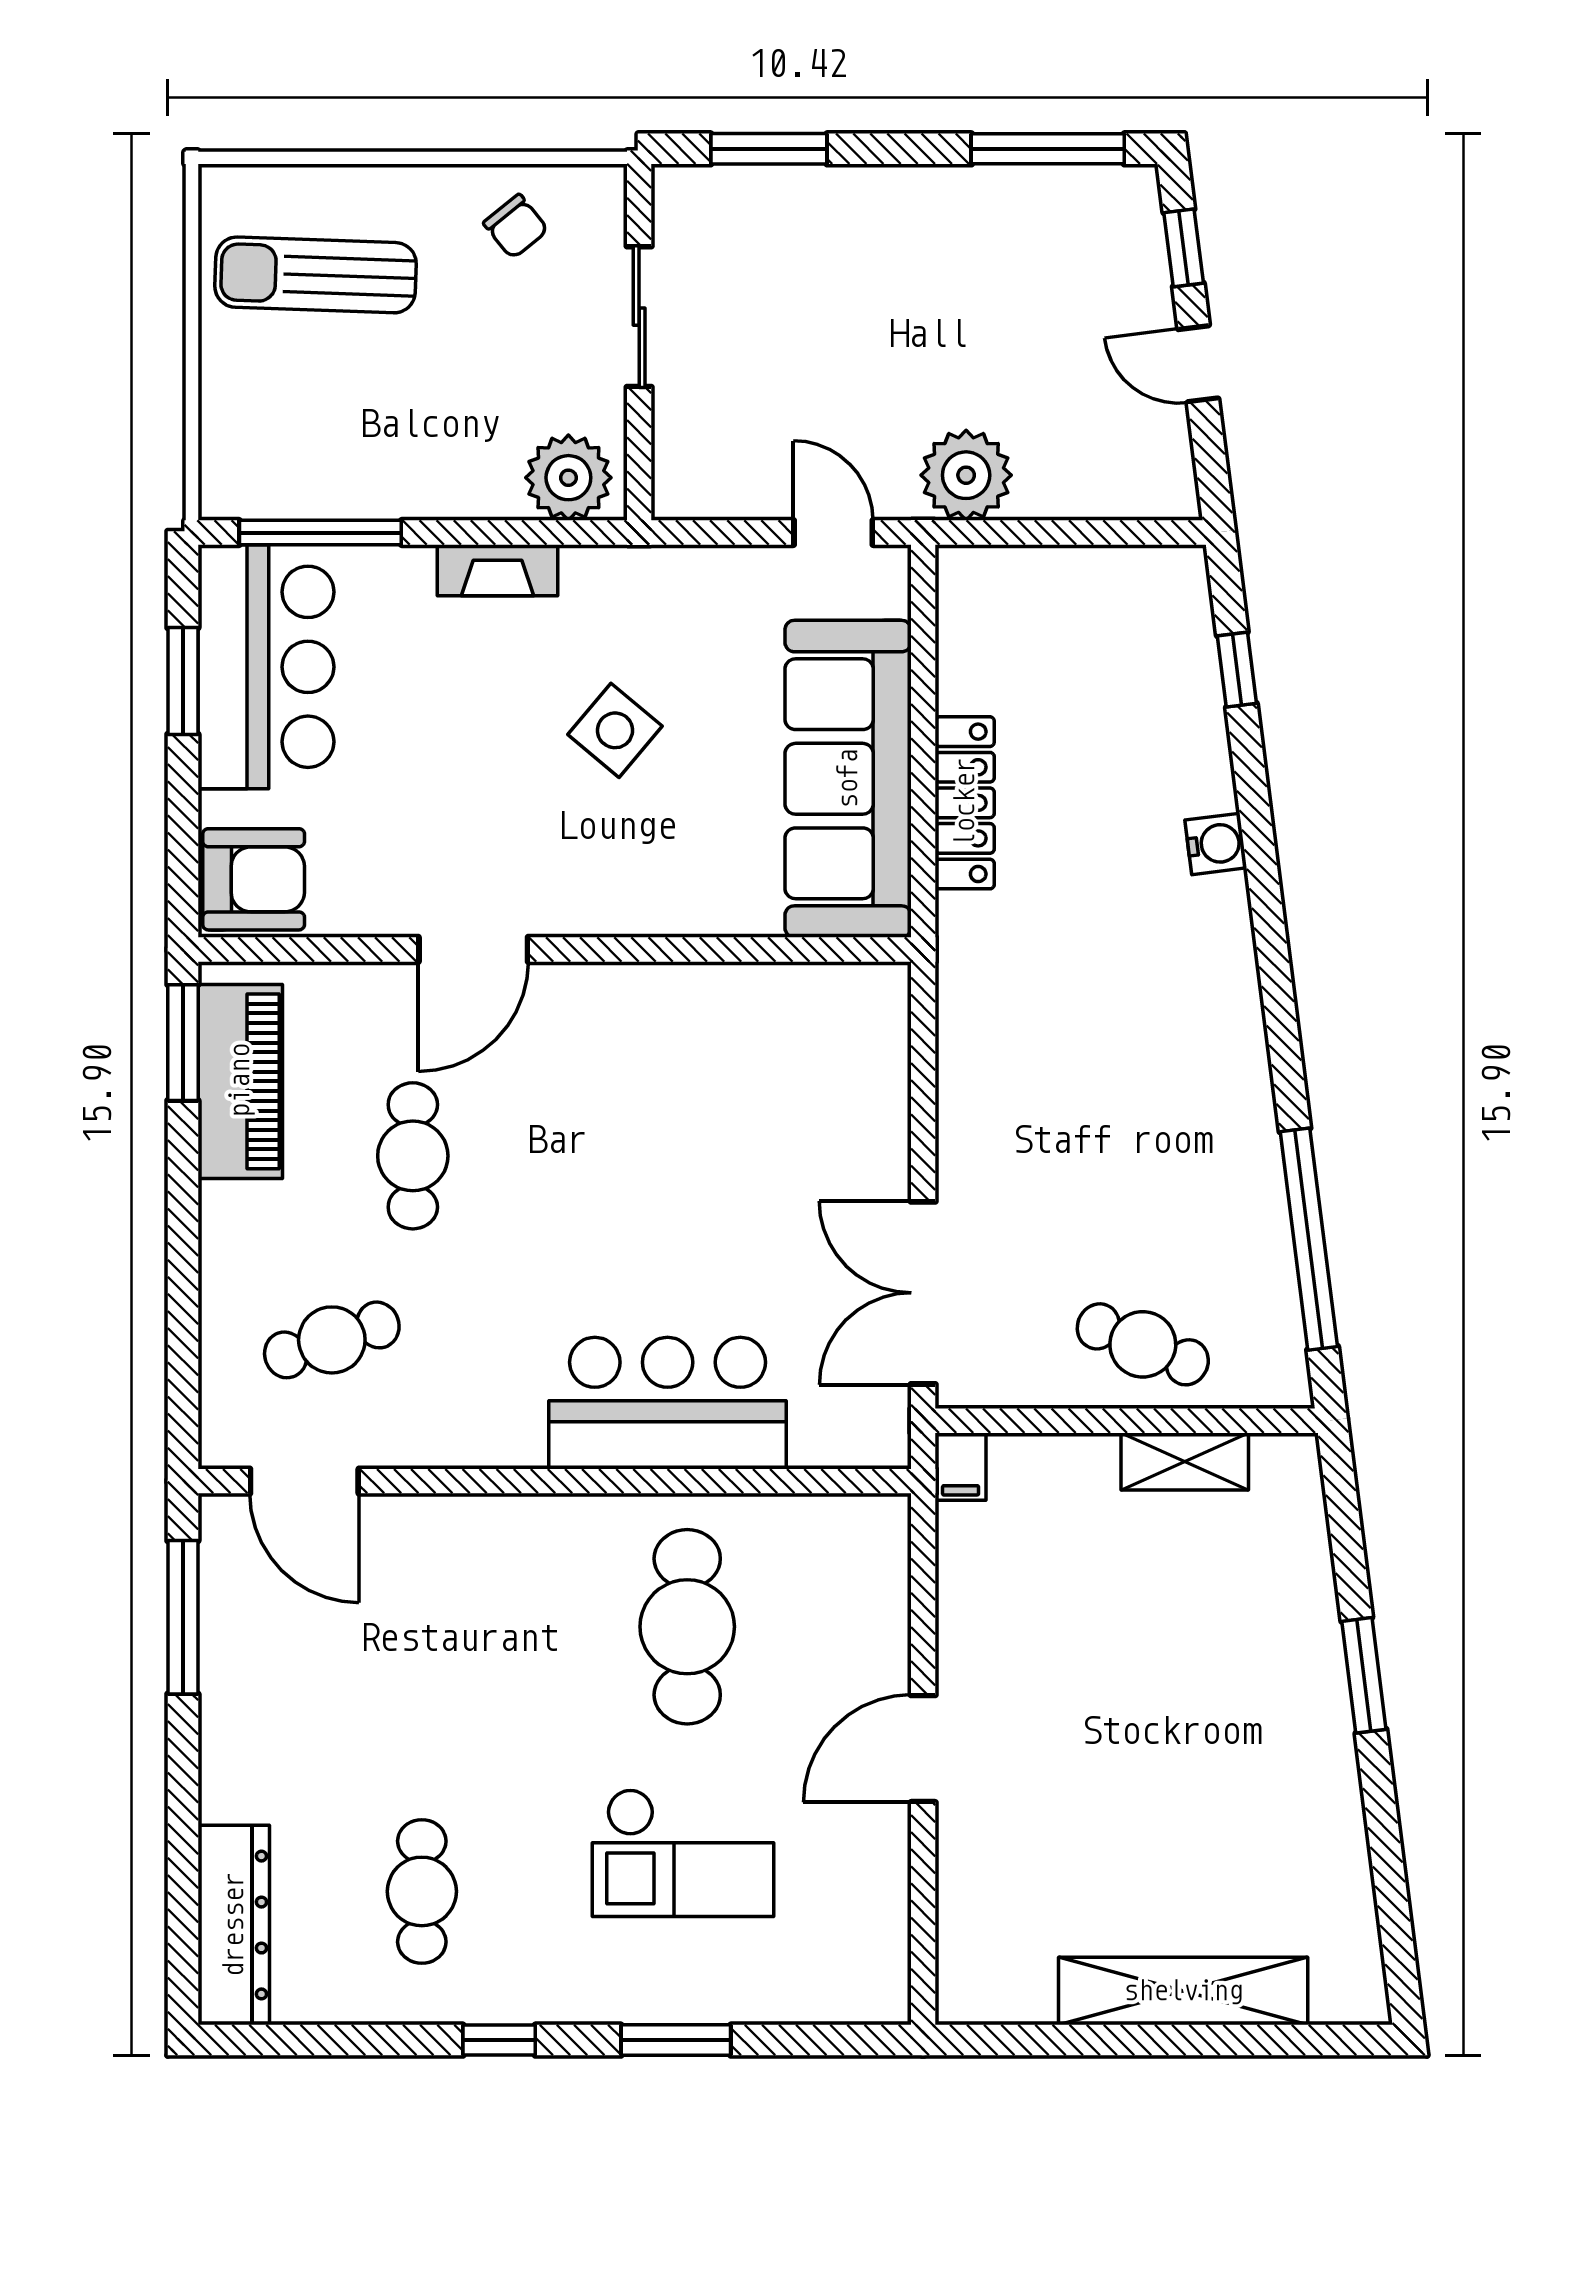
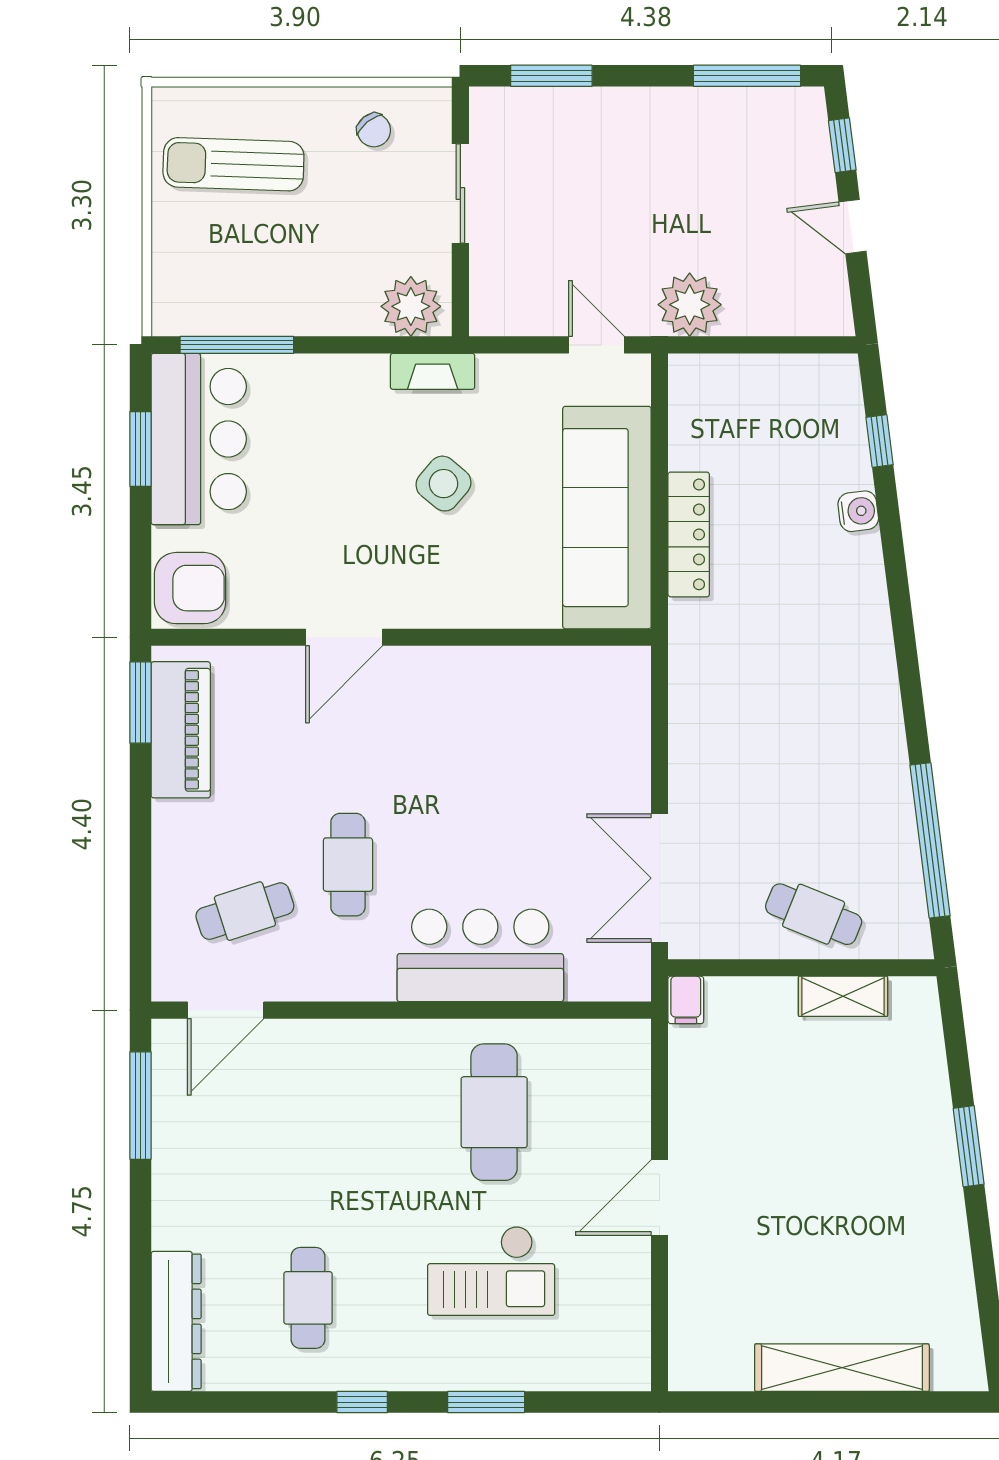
fireplace: (497, 570) -> (433, 371), moved
water cooler: (1216, 844) -> (858, 511), moved
cafe table: (413, 1156) -> (348, 865), moved
door: (304, 1481) -> (226, 1010), hinge flipped

